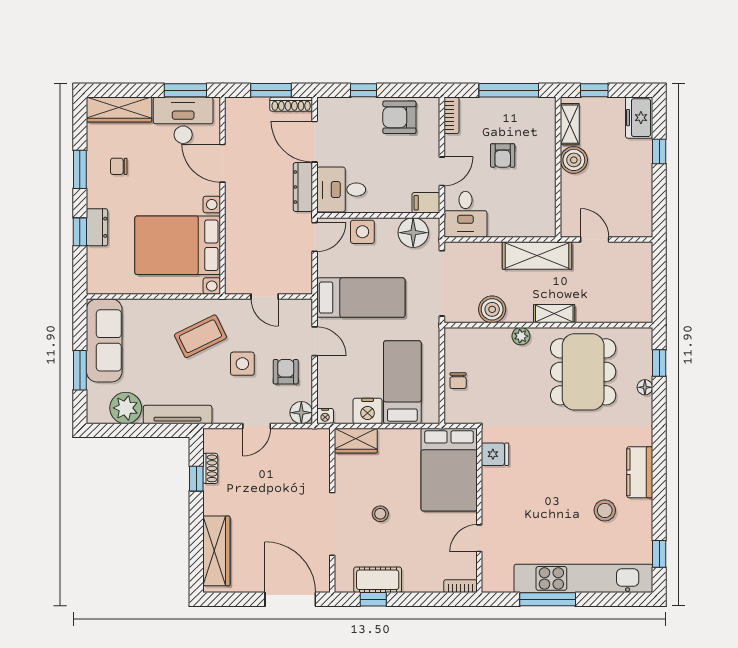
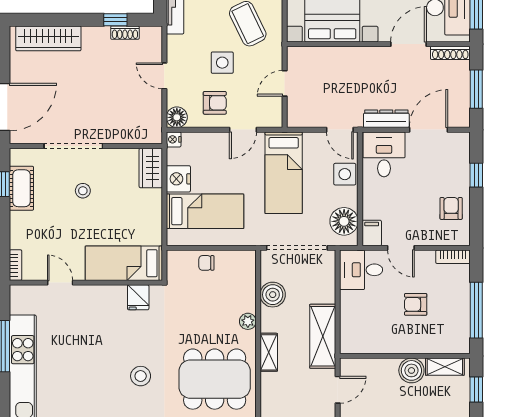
shoe rack: (291, 104) -> (450, 53), moved, turned -90
armchair: (399, 117) -> (451, 208), width x0.72, depth x0.72
bed: (449, 470) -> (124, 263), width x0.67
stool: (605, 510) -> (141, 376), moved

